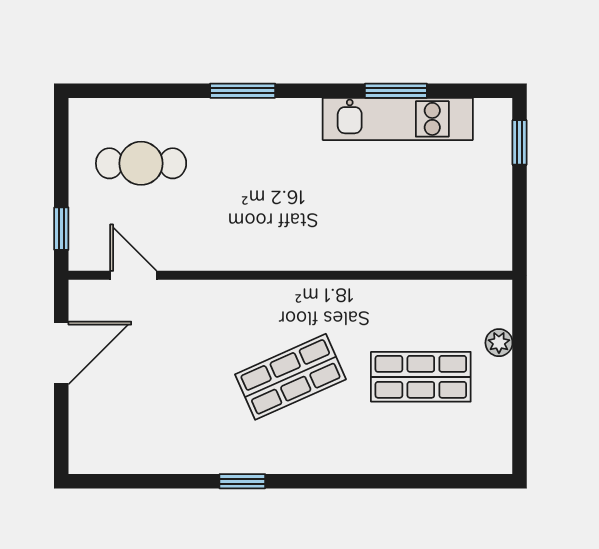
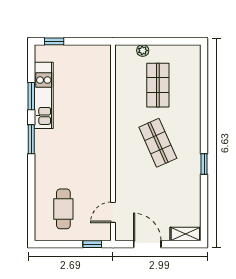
window: (243, 91) -> (31, 139), moved
shelving: (84, 439) -> (185, 234), added

